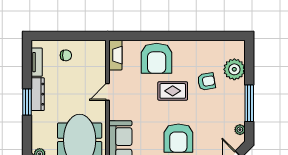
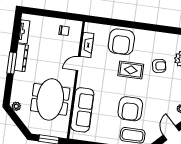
chair: (66, 55) -> (64, 31), moved
fireplace: (115, 55) -> (87, 45), moved

